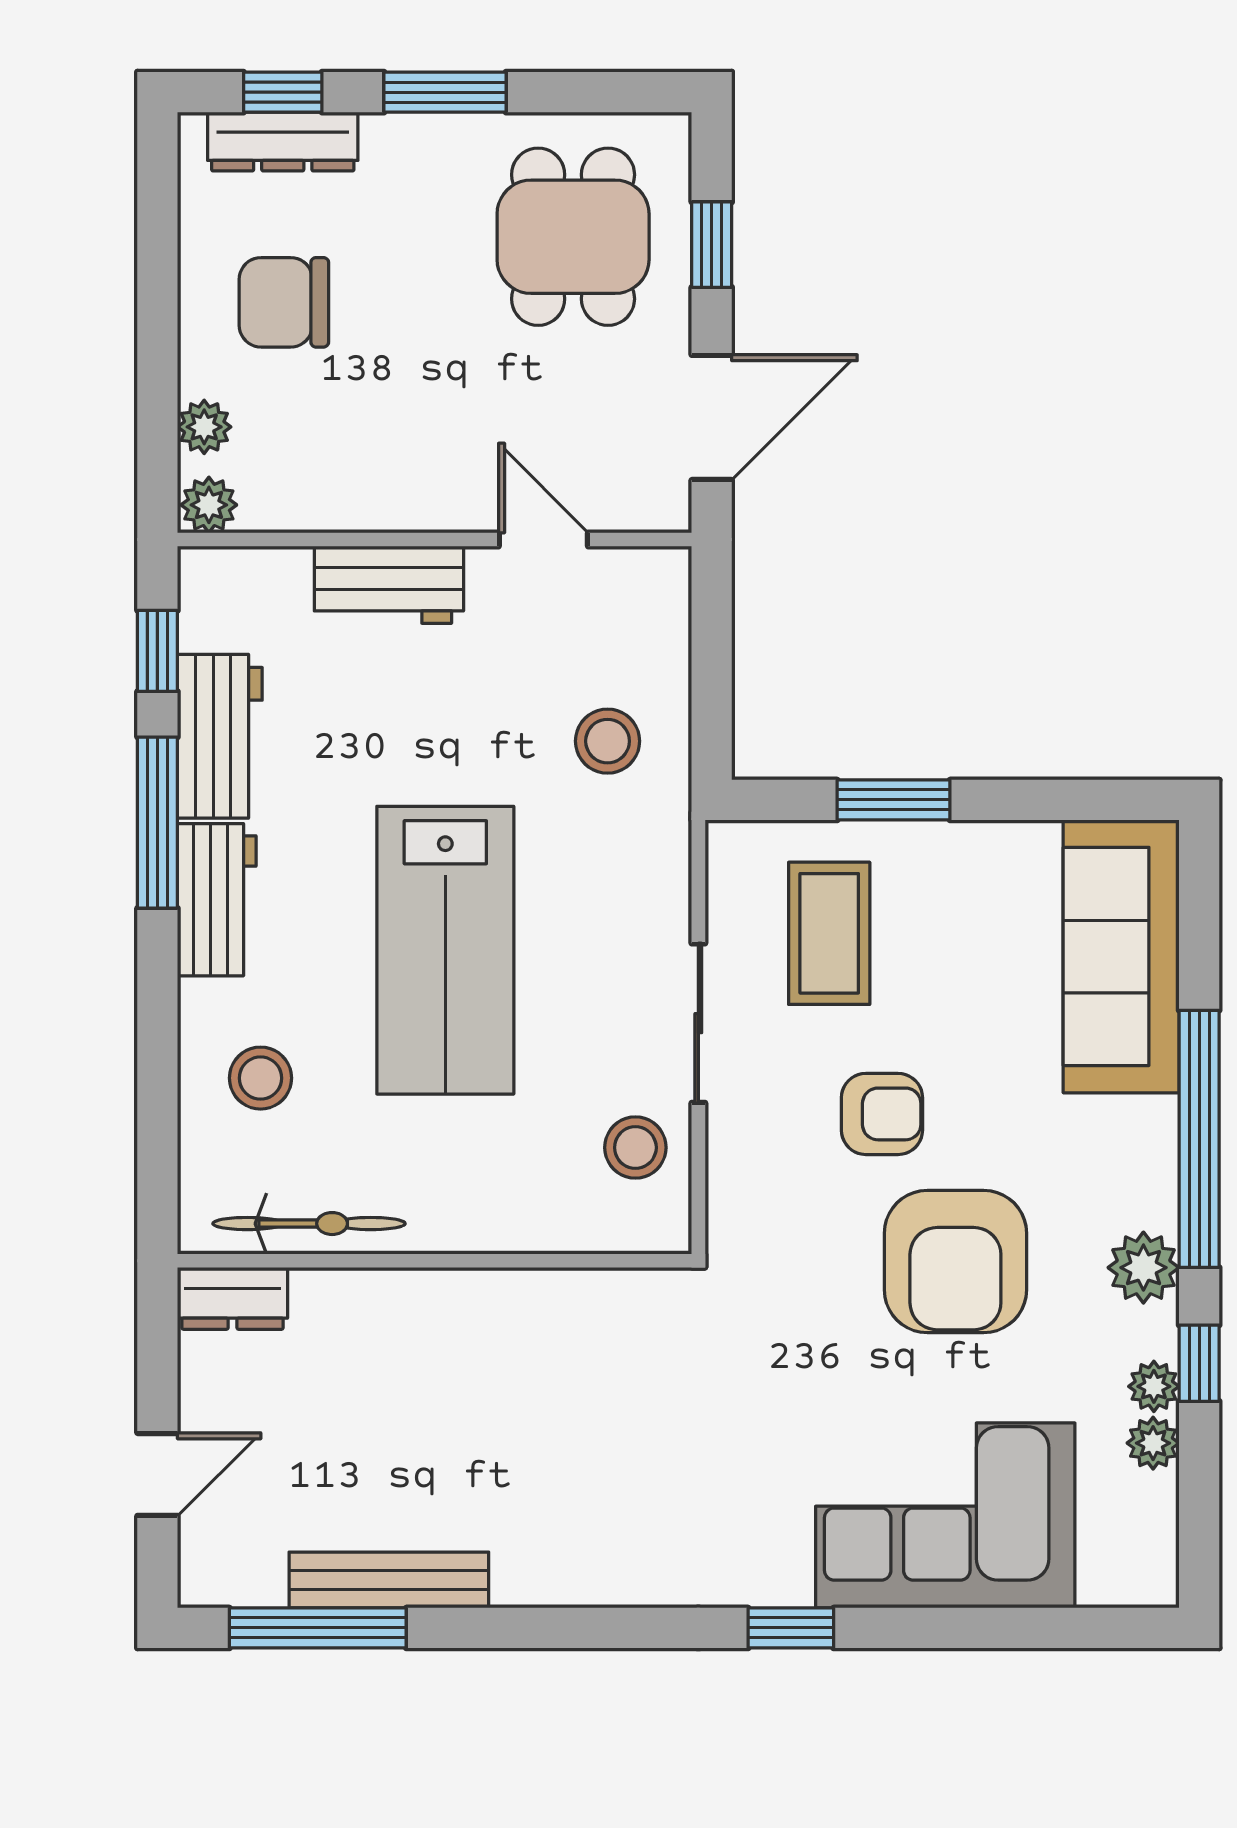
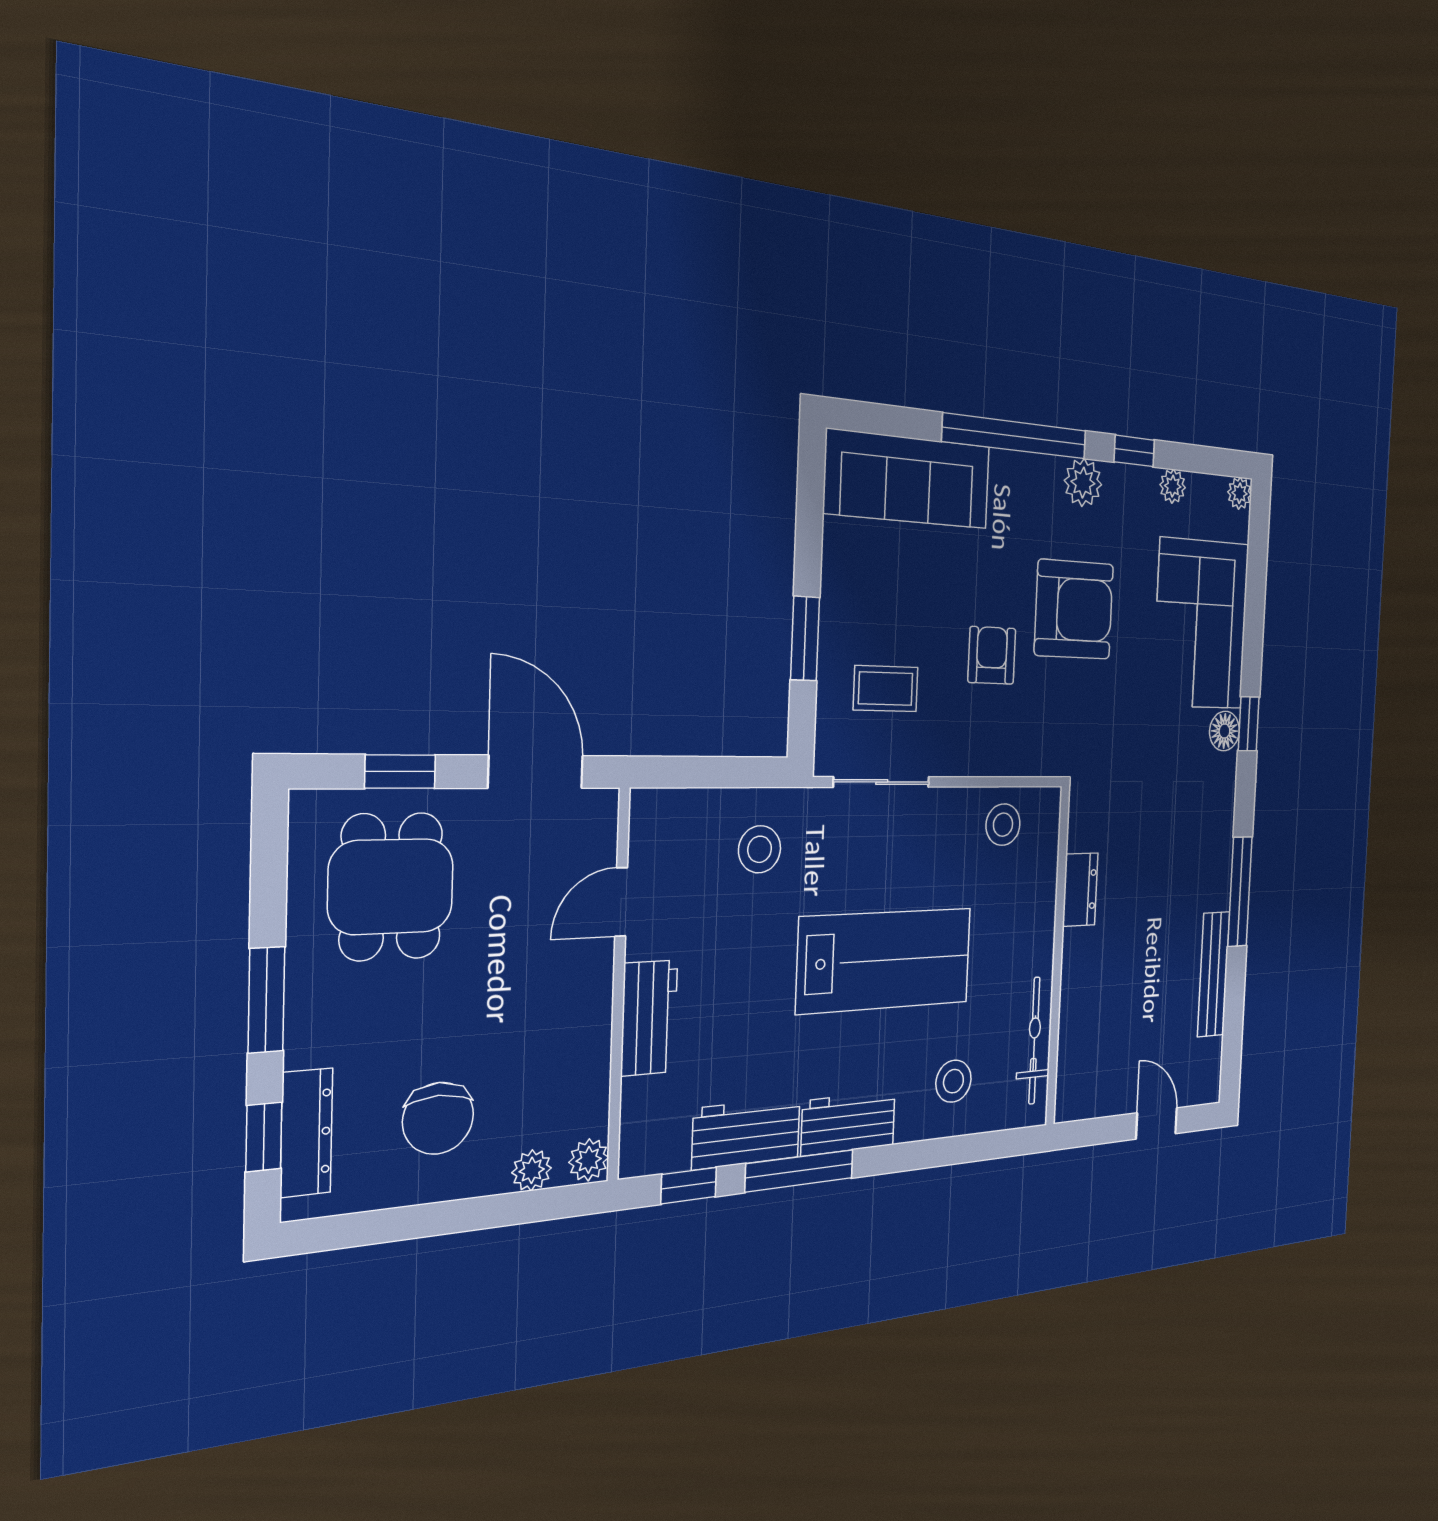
dining table: (573, 237) -> (391, 887), turned 90
coffee table: (829, 933) -> (886, 689), width x0.73, depth x0.77
sliding door: (698, 1023) -> (882, 782), moved
dresser: (233, 1298) -> (1080, 890), moved
plant: (1154, 1386) -> (1240, 493), moved
floor lamp: (779, 1576) -> (1224, 731), added
window: (318, 1628) -> (1240, 892), moved

